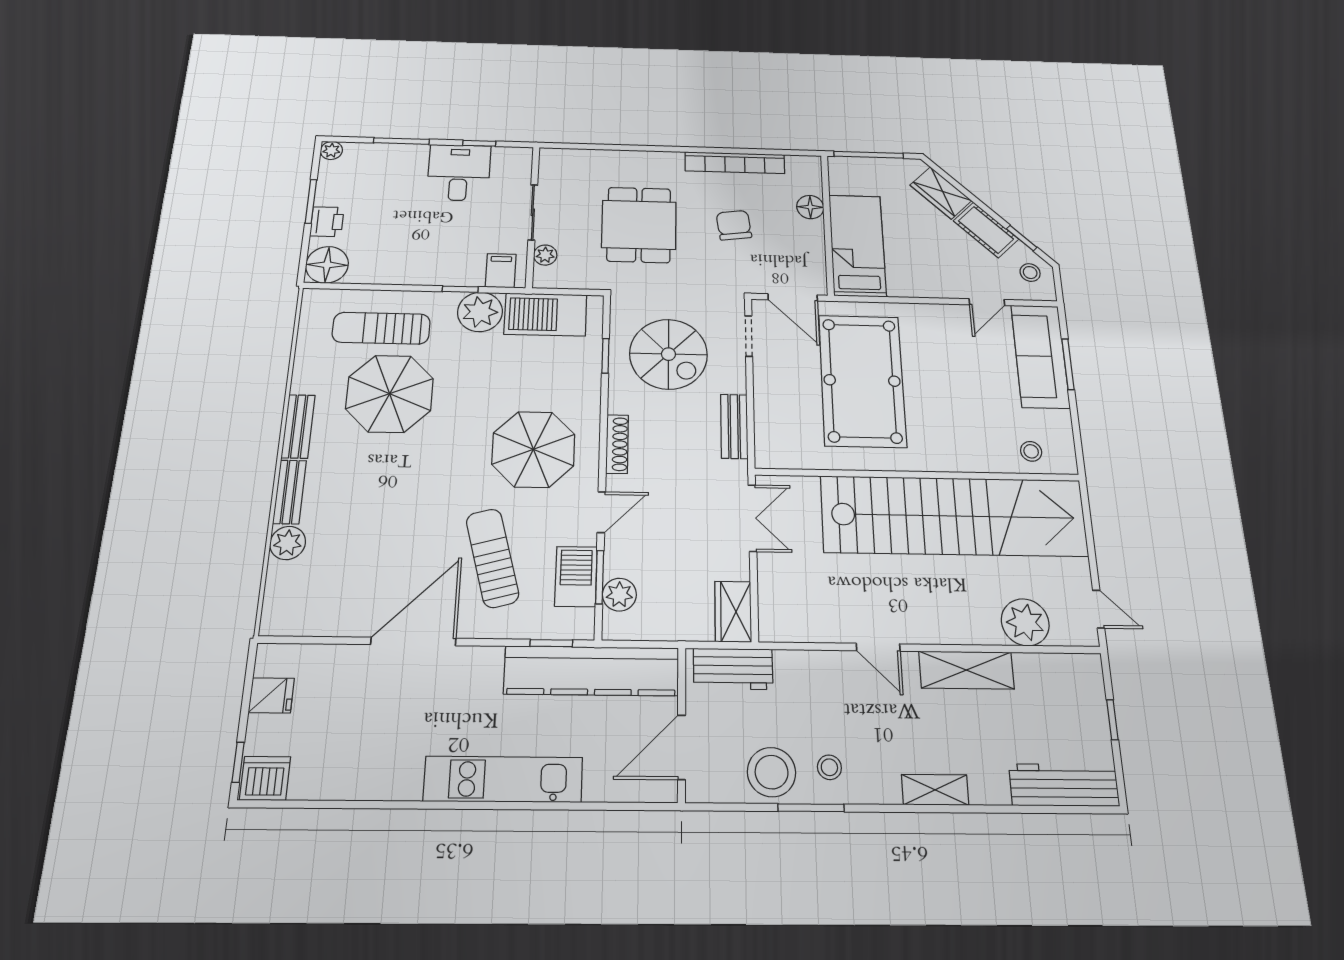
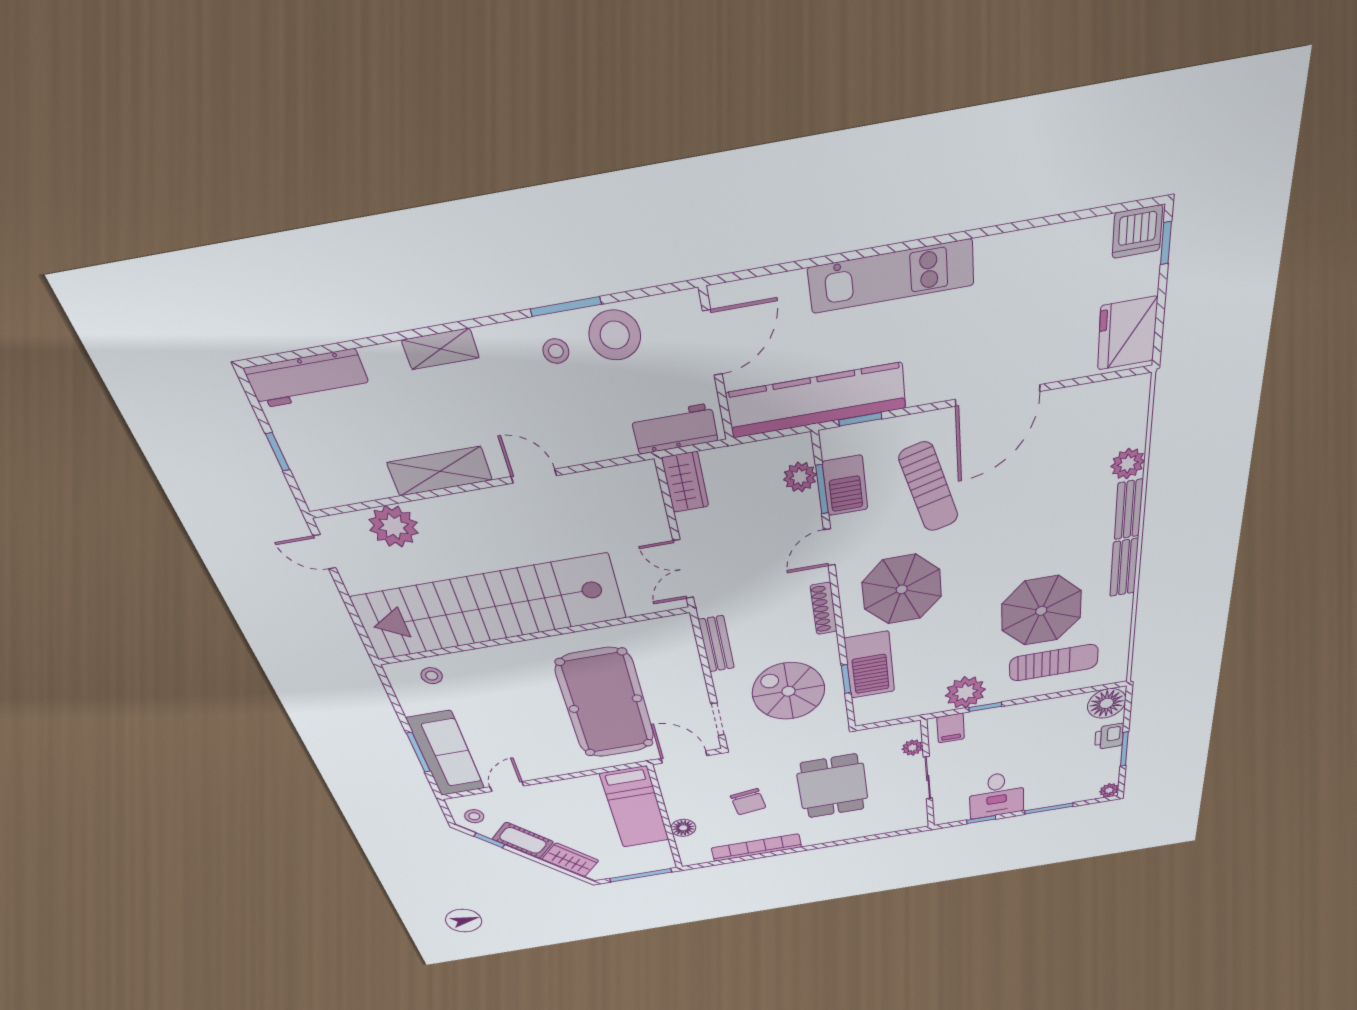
barbecue: (545, 314) -> (870, 665), moved, turned 90
fridge: (271, 695) -> (1127, 333), width x1.88, depth x1.34

